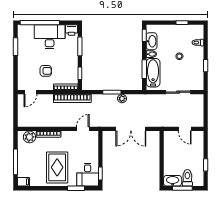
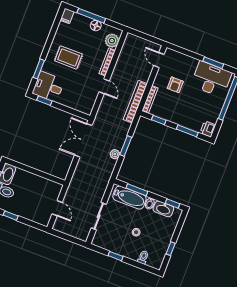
desk: (50, 37) -> (211, 79), moved, turned -90
door: (83, 129) -> (104, 86), moved
double door: (131, 129) -> (83, 140), moved
door: (185, 129) -> (57, 208), swing flipped
floor lamp: (22, 155) -> (96, 26), added
rug: (57, 167) -> (68, 57), width x0.73, depth x0.70

